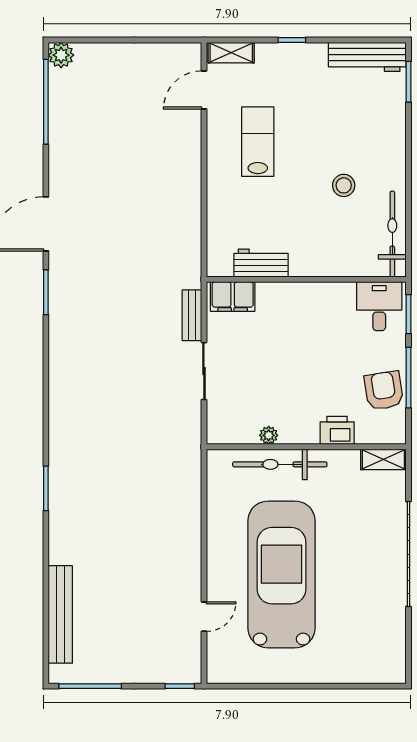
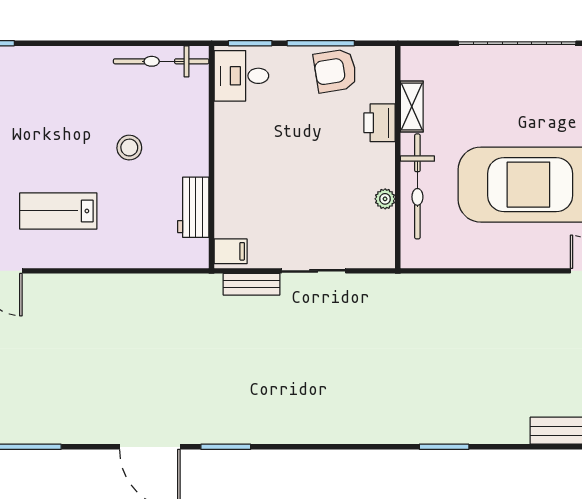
stool: (344, 185) -> (129, 148), moved
filing cabinet: (233, 296) -> (231, 251), width x0.50
shelving: (383, 459) -> (412, 106), moved

